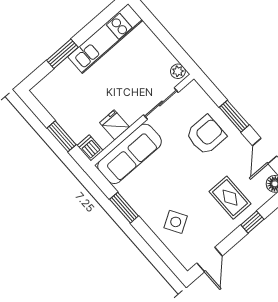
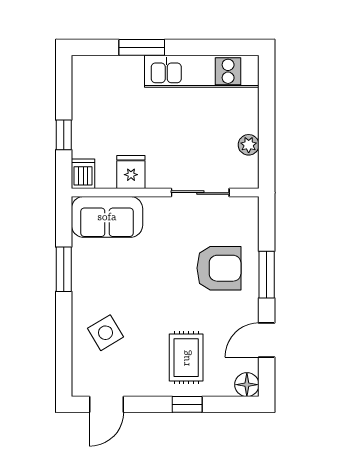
plant: (178, 71) -> (249, 145), moved
window: (62, 136) -> (64, 135), width x0.67
sofa: (130, 154) -> (107, 217), width x0.73

